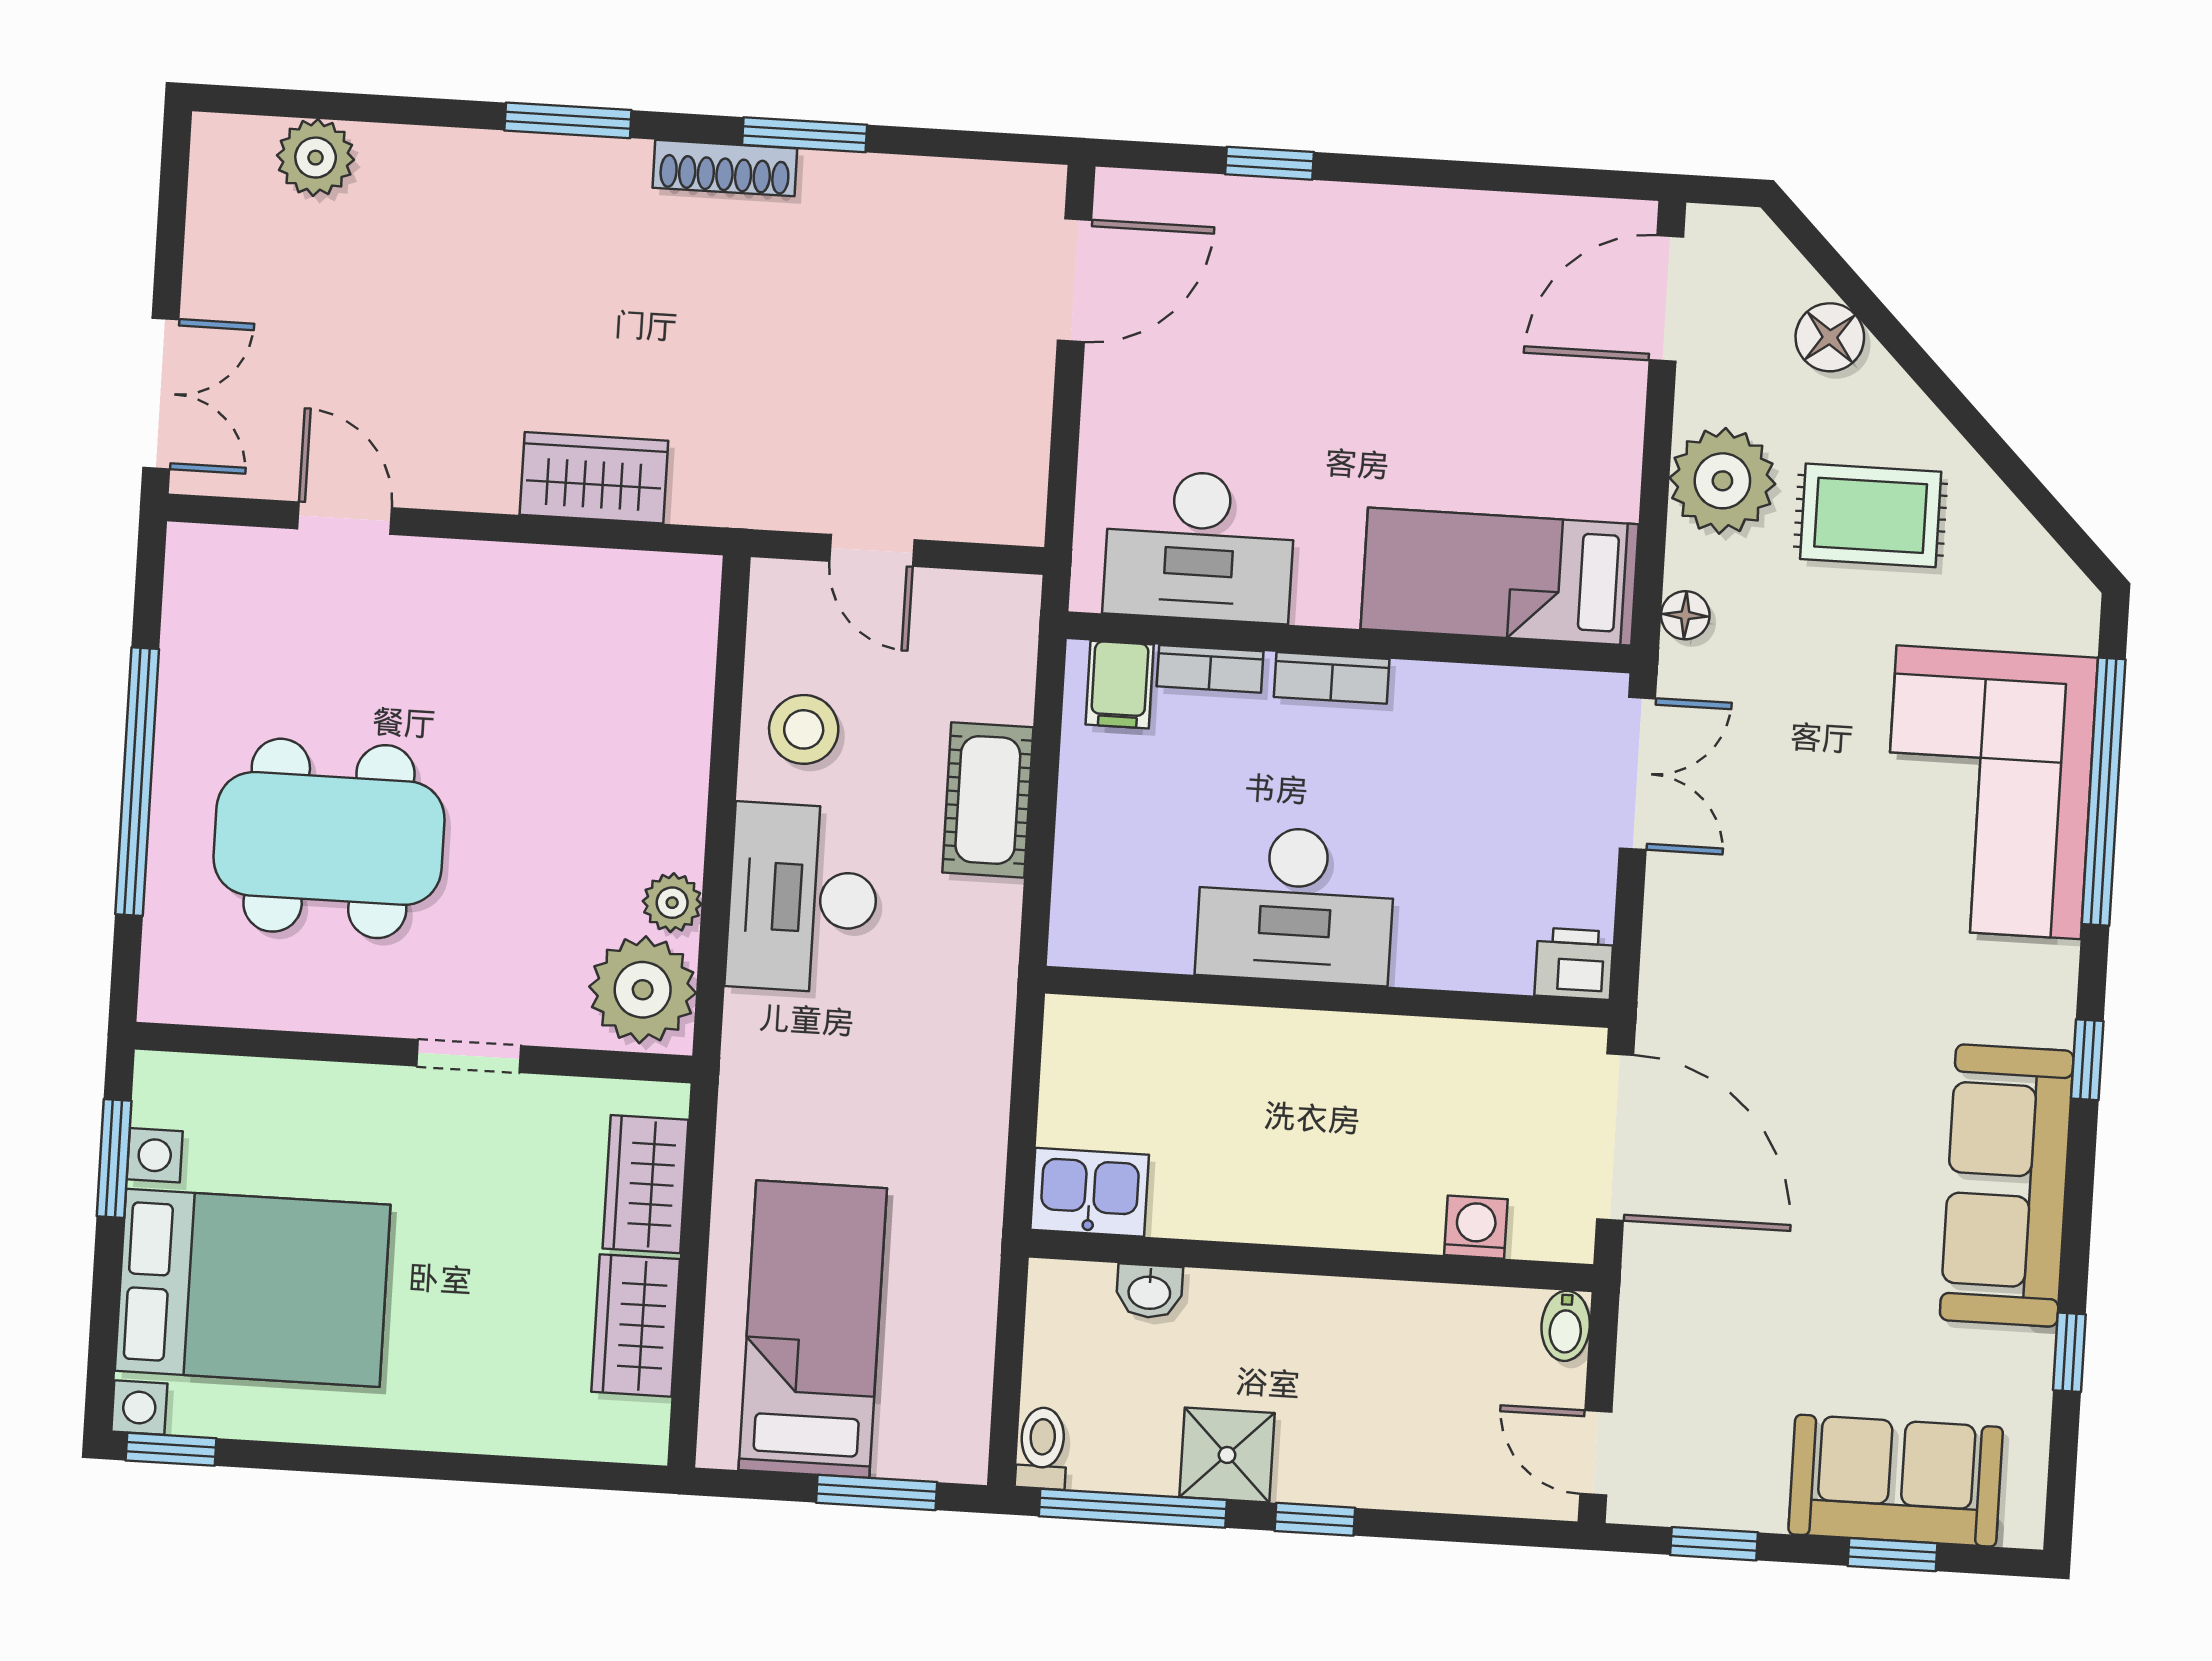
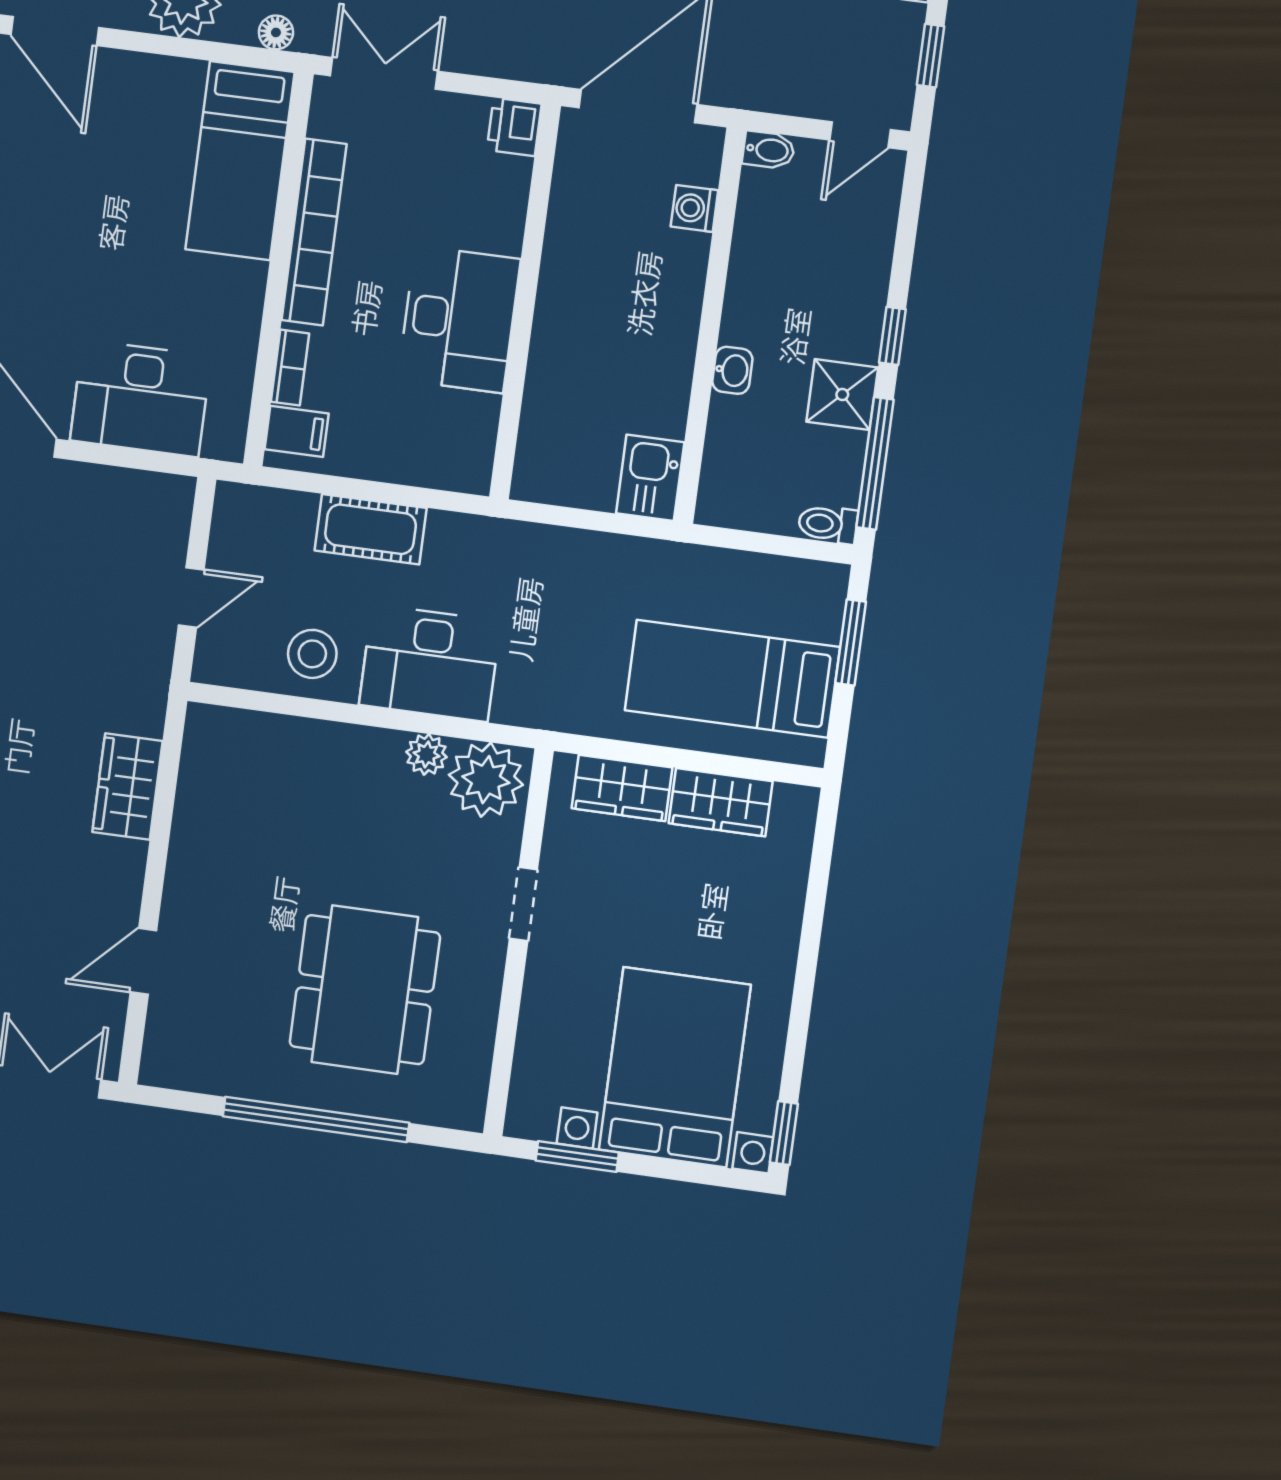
desk: (1199, 546) -> (141, 398), moved, turned 90
bookcase: (1332, 678) -> (314, 232), width x2.31, depth x1.31
washbasin: (1149, 1291) -> (732, 370), moved

